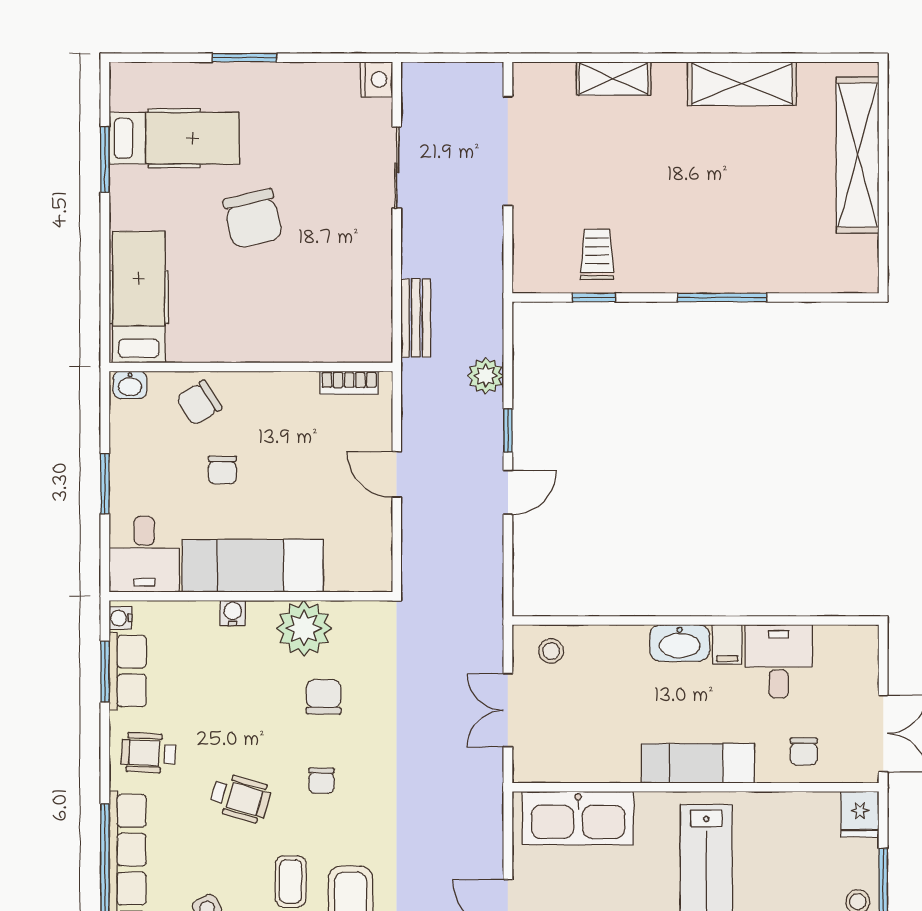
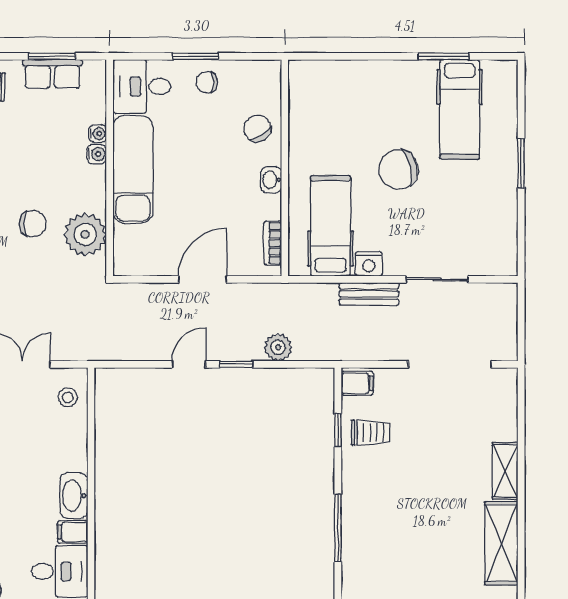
nightstand: (376, 79) -> (369, 264), moved
shelving: (614, 79) -> (505, 471), moved
filing cabinet: (533, 272) -> (357, 383), added
hospital bed: (139, 297) -> (331, 226), moved, turned -90
bench: (416, 318) -> (369, 294), moved
washbasin: (130, 385) -> (271, 180), moved
chair: (222, 470) -> (207, 82), moved
door: (397, 474) -> (203, 279), width x1.38
door: (508, 493) -> (189, 364), swing flipped
water cooler: (120, 618) -> (98, 134), moved, turned 90
plant: (304, 628) -> (85, 234), moved

